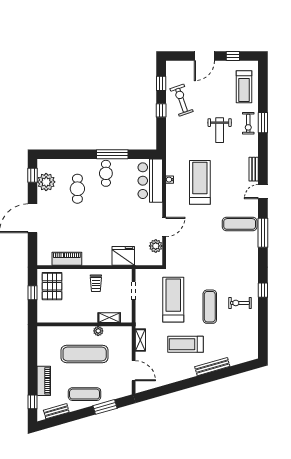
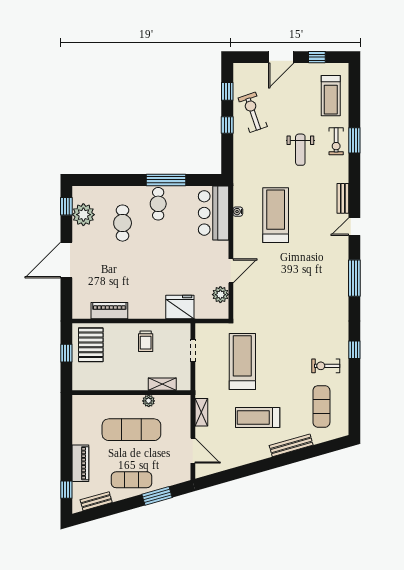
exercise mat: (240, 224) -> (325, 267), removed
exercise mat: (210, 307) -> (321, 406), moved

